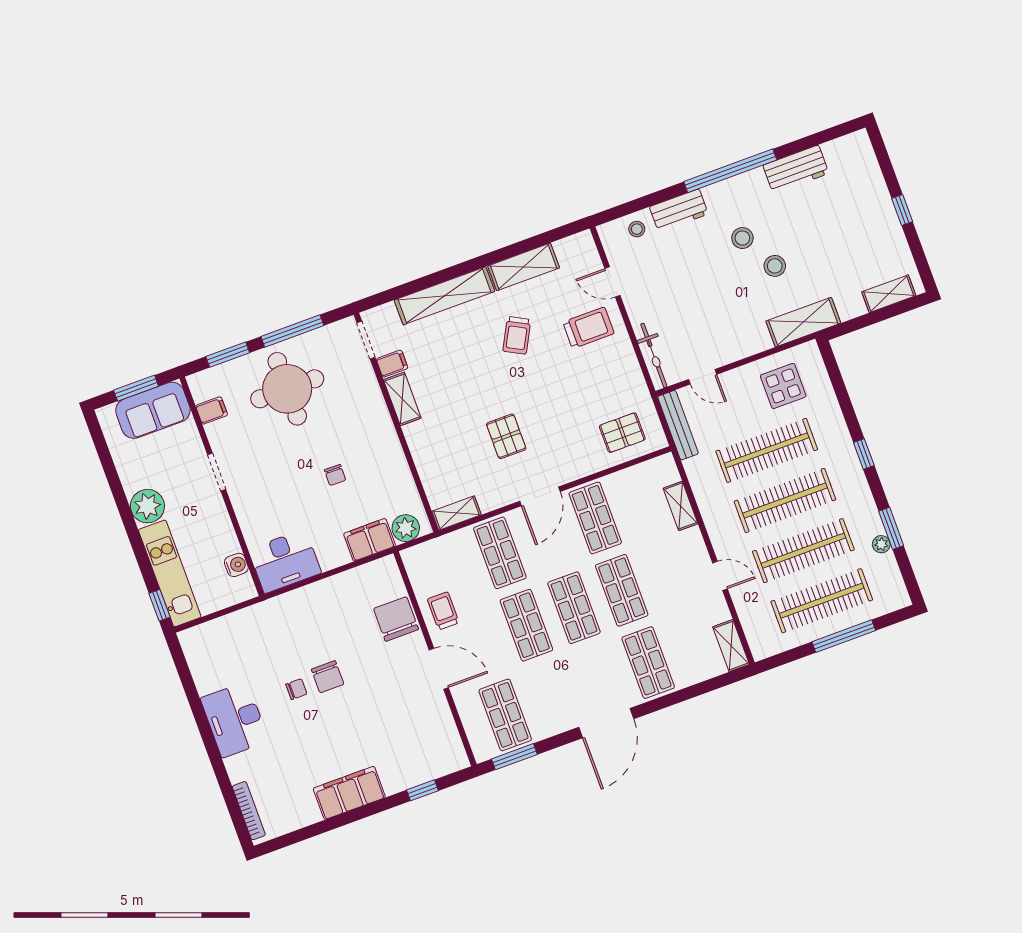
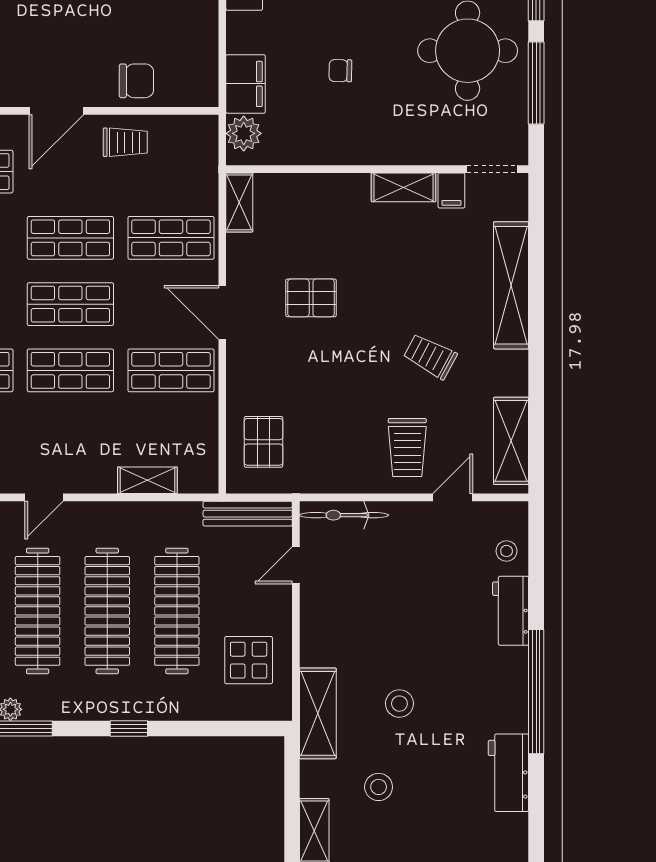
stool: (742, 238) -> (379, 787), moved
shelving: (524, 267) -> (511, 441), moved
chair: (396, 619) -> (136, 81), width x0.73, depth x0.73

